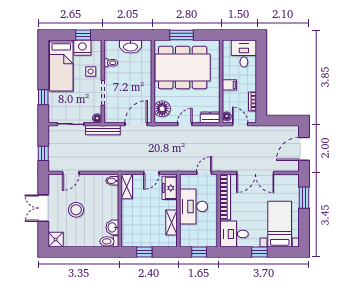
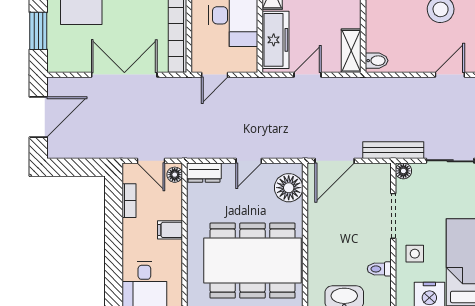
freezer: (170, 188) -> (275, 40), width x1.40

